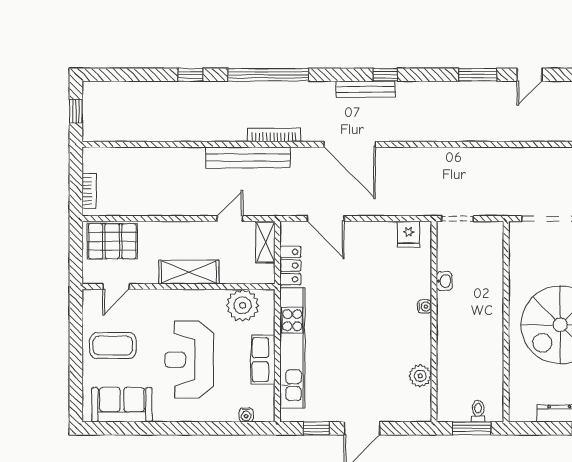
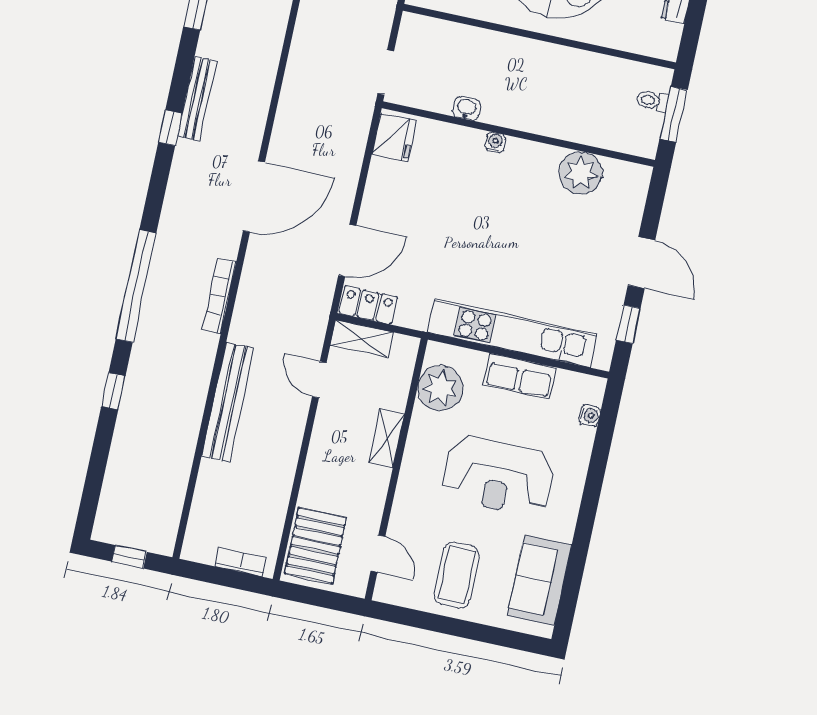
bench: (366, 89) -> (197, 99), moved
bench: (248, 157) -> (228, 402), moved
fridge: (409, 234) -> (394, 137), width x1.38
locker: (290, 266) -> (368, 305), moved
shelving: (189, 272) -> (387, 438), width x0.67, depth x0.75
plant: (420, 376) -> (581, 173), width x1.36, depth x1.36

